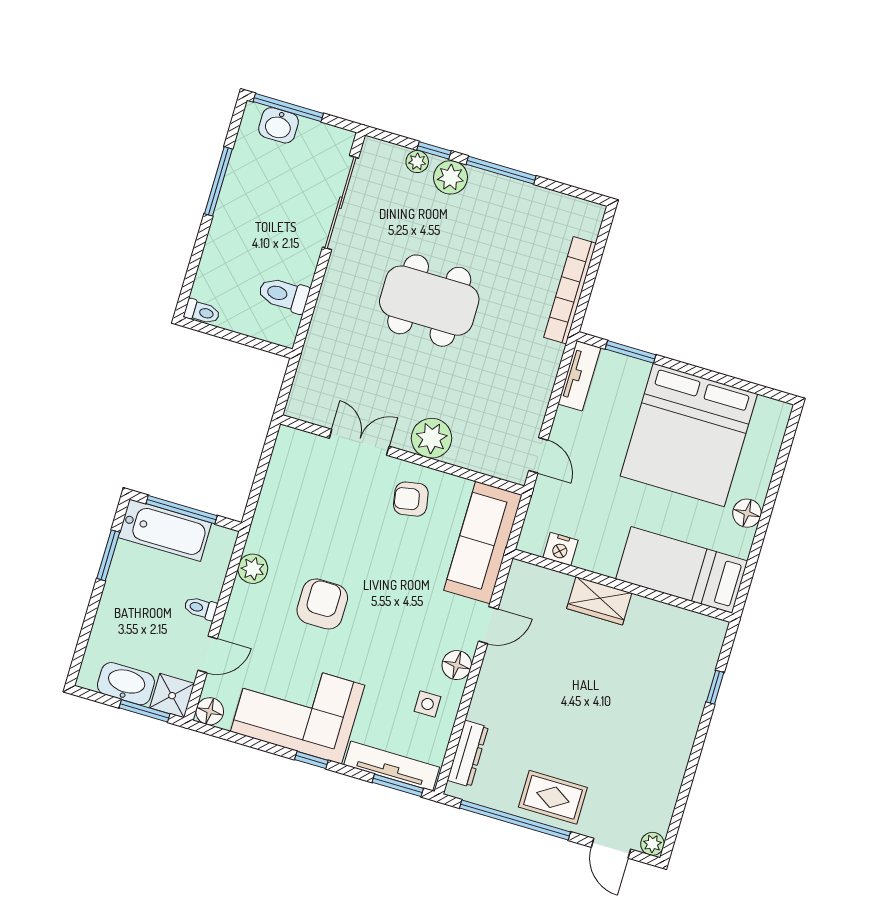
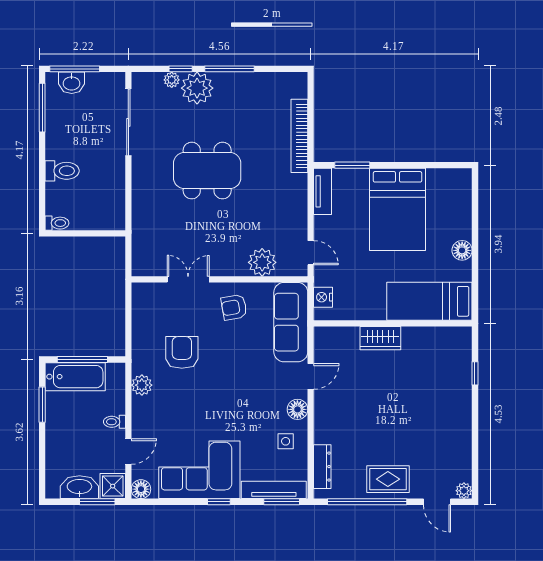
plant: (451, 177) -> (197, 88), width x1.36, depth x1.36
window: (218, 181) -> (42, 108), moved
toilet: (284, 295) -> (62, 171), moved, turned 180
bed: (689, 435) -> (398, 209), width x0.73
plant: (431, 438) -> (262, 262), moved
nightstand: (560, 549) -> (323, 297), moved, turned 90
armchair: (322, 604) -> (182, 352), moved

